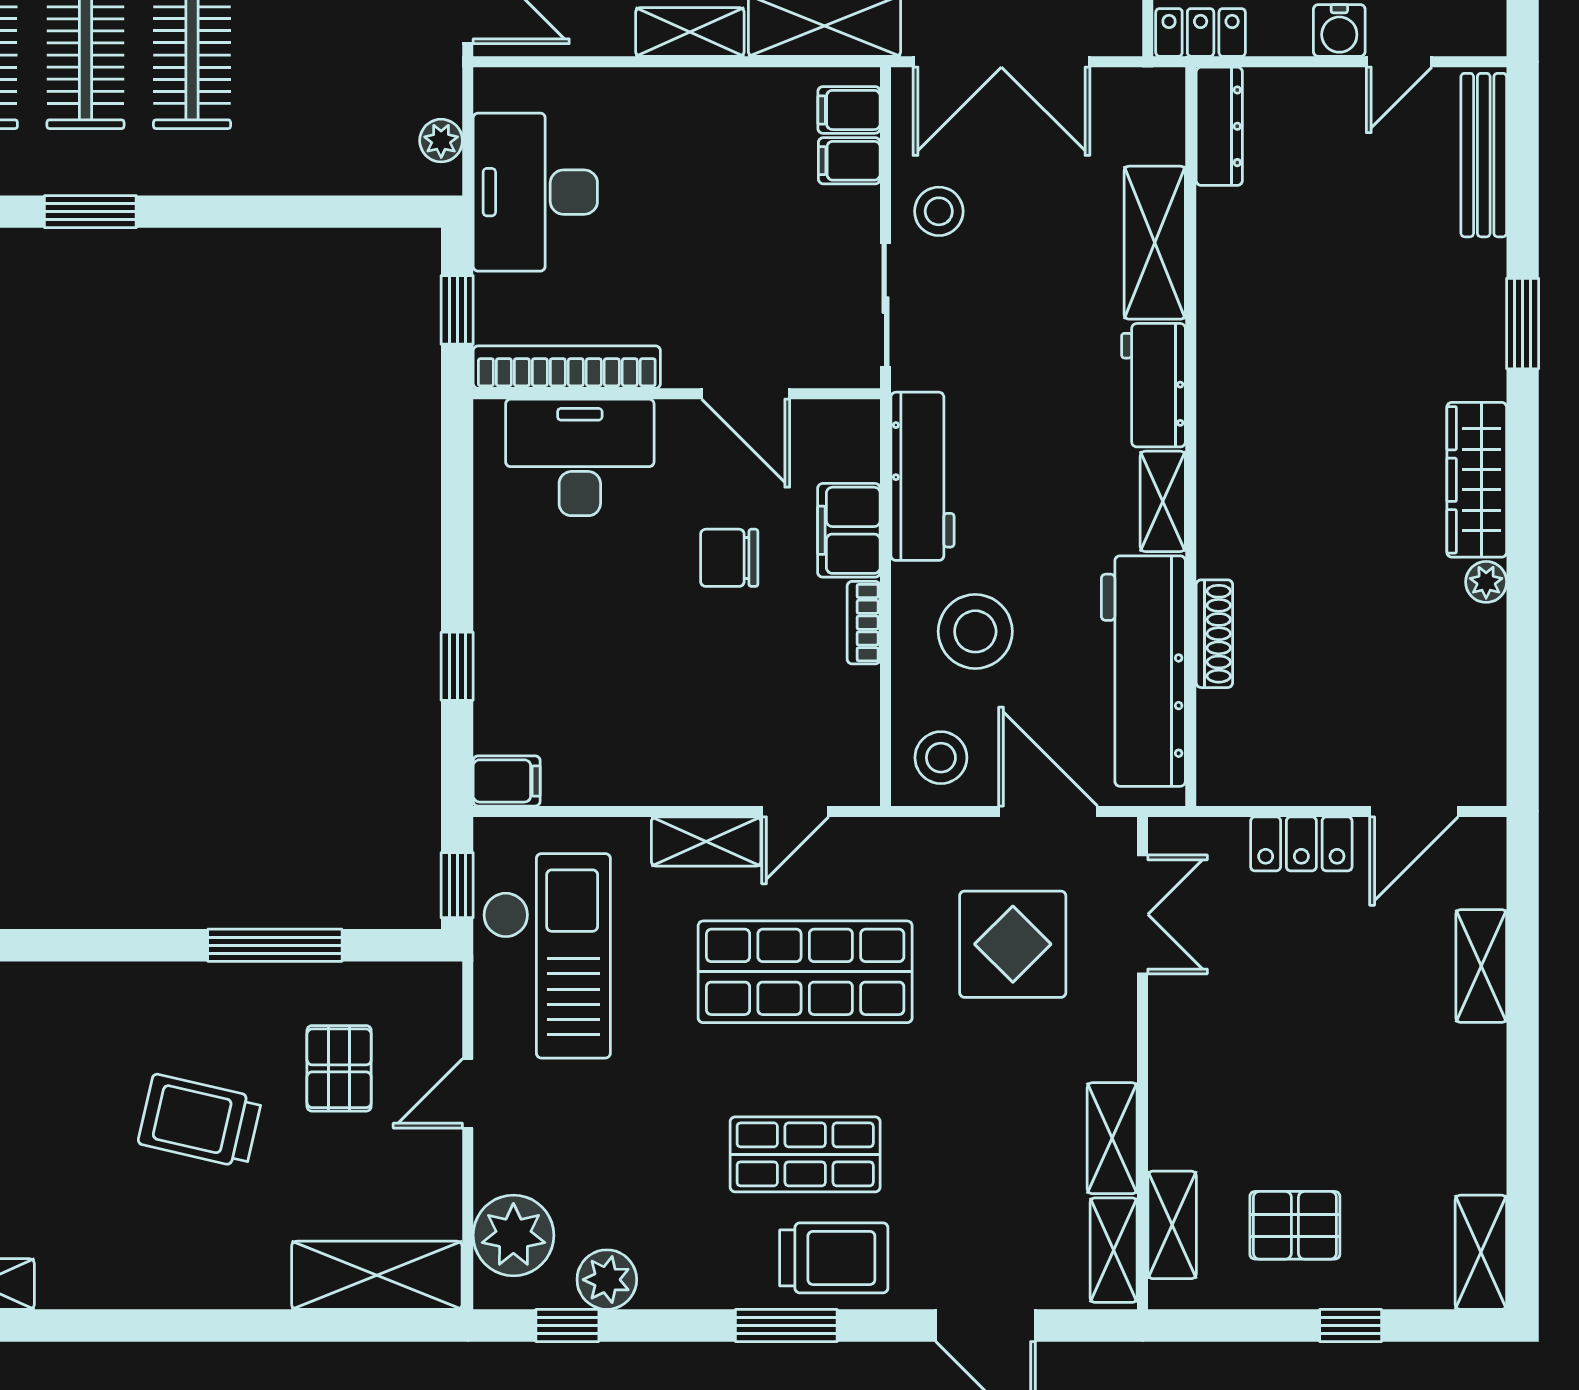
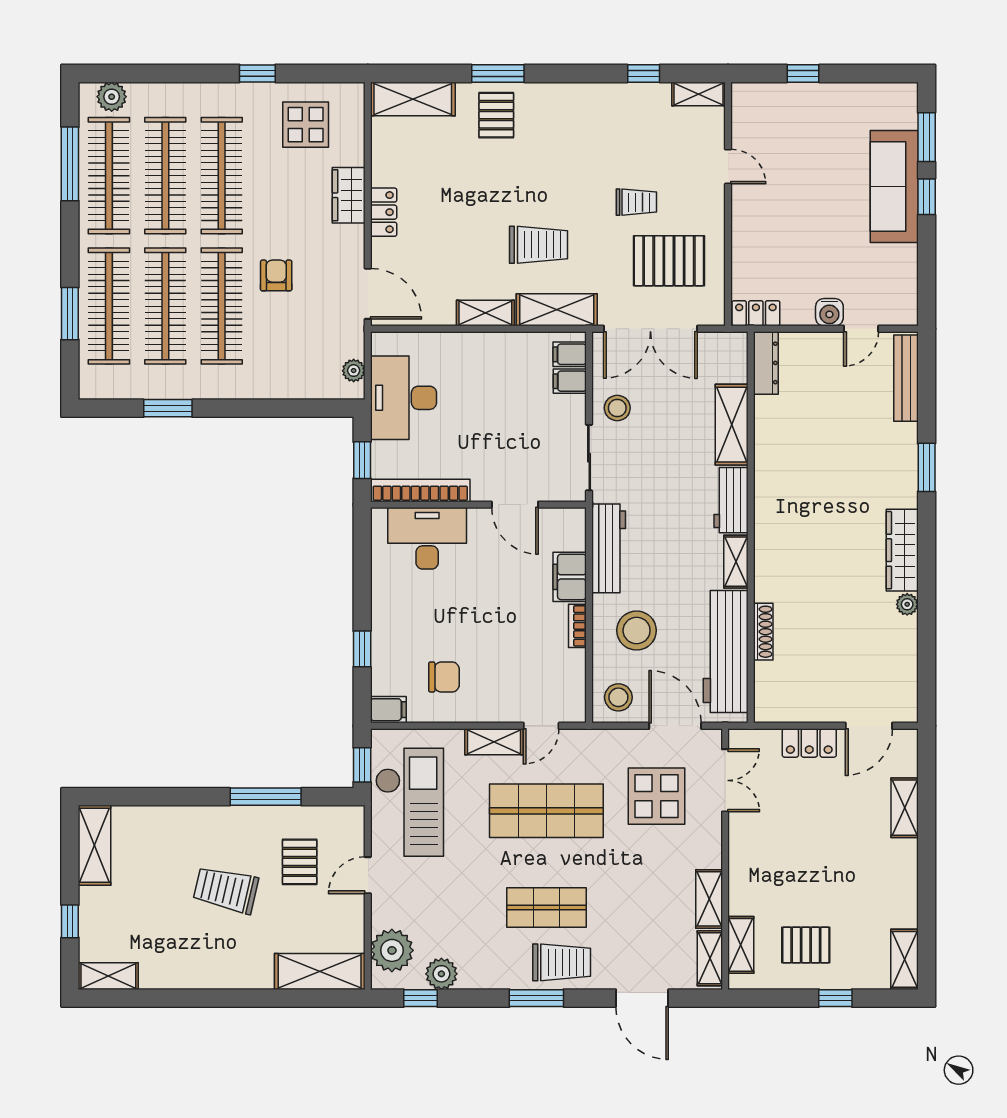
chair: (729, 558) -> (444, 677), moved, turned 180

